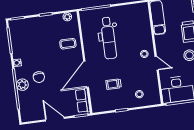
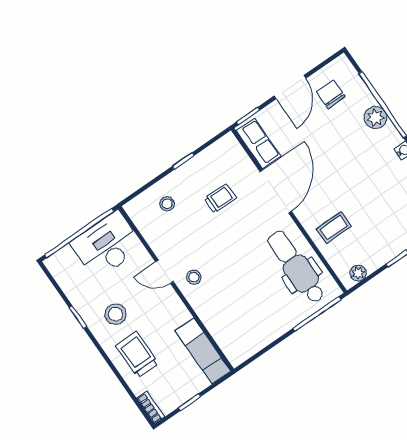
dental chair: (109, 38) -> (296, 267), moved
chair: (39, 77) -> (331, 94), moved
door: (55, 119) -> (290, 87), hinge flipped

